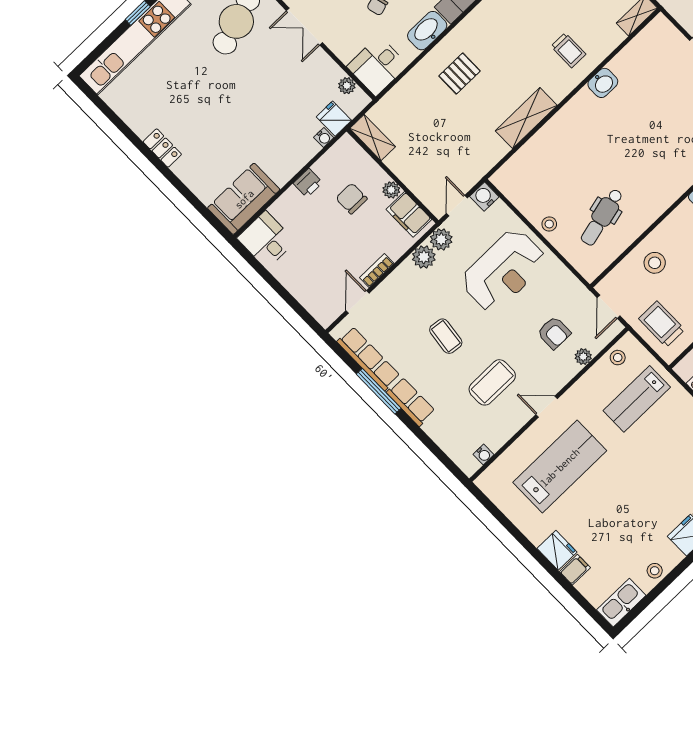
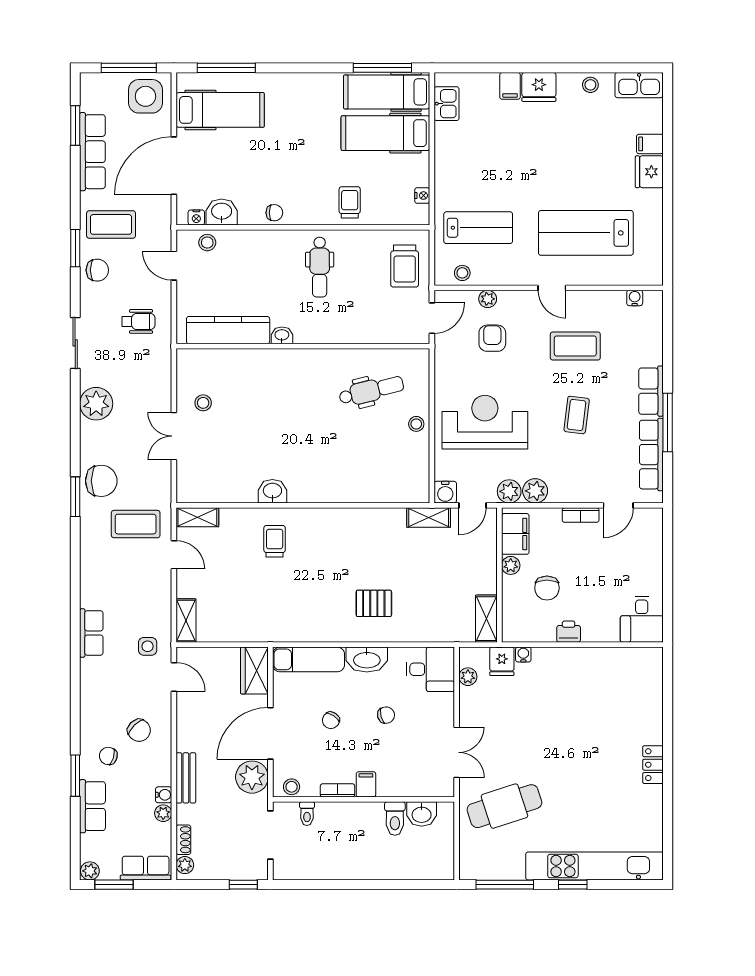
shelving: (526, 118) -> (429, 518), moved, width x0.67, depth x0.75
sofa: (244, 199) -> (629, 667), removed
stool: (655, 263) -> (365, 317), removed

